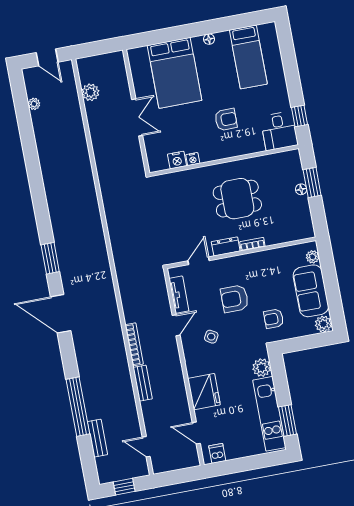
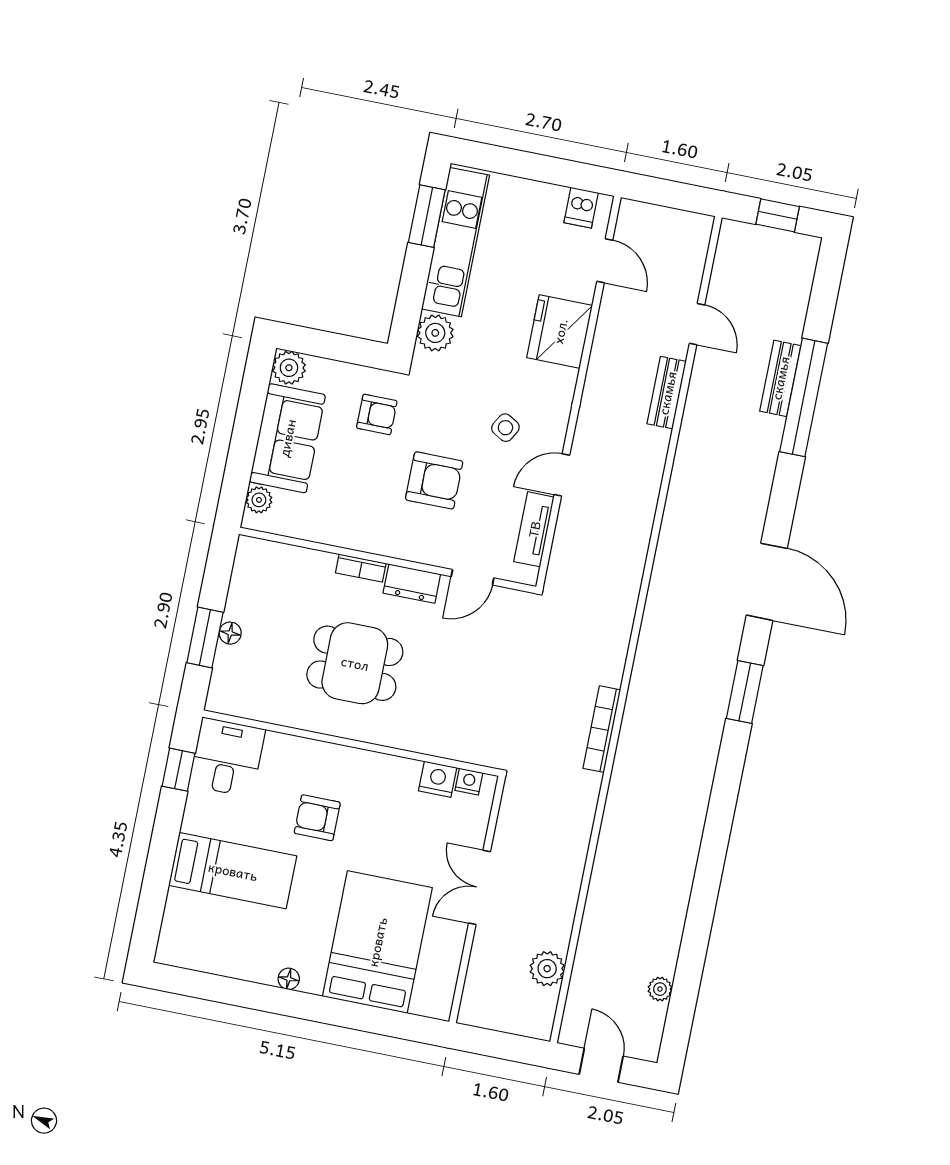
bed: (248, 57) -> (233, 871), moved, turned 90
nightstand: (193, 159) -> (469, 782), moved
bookcase: (134, 344) -> (602, 729), moved
bench: (97, 438) -> (780, 378), moved
door: (146, 447) -> (697, 324), moved

